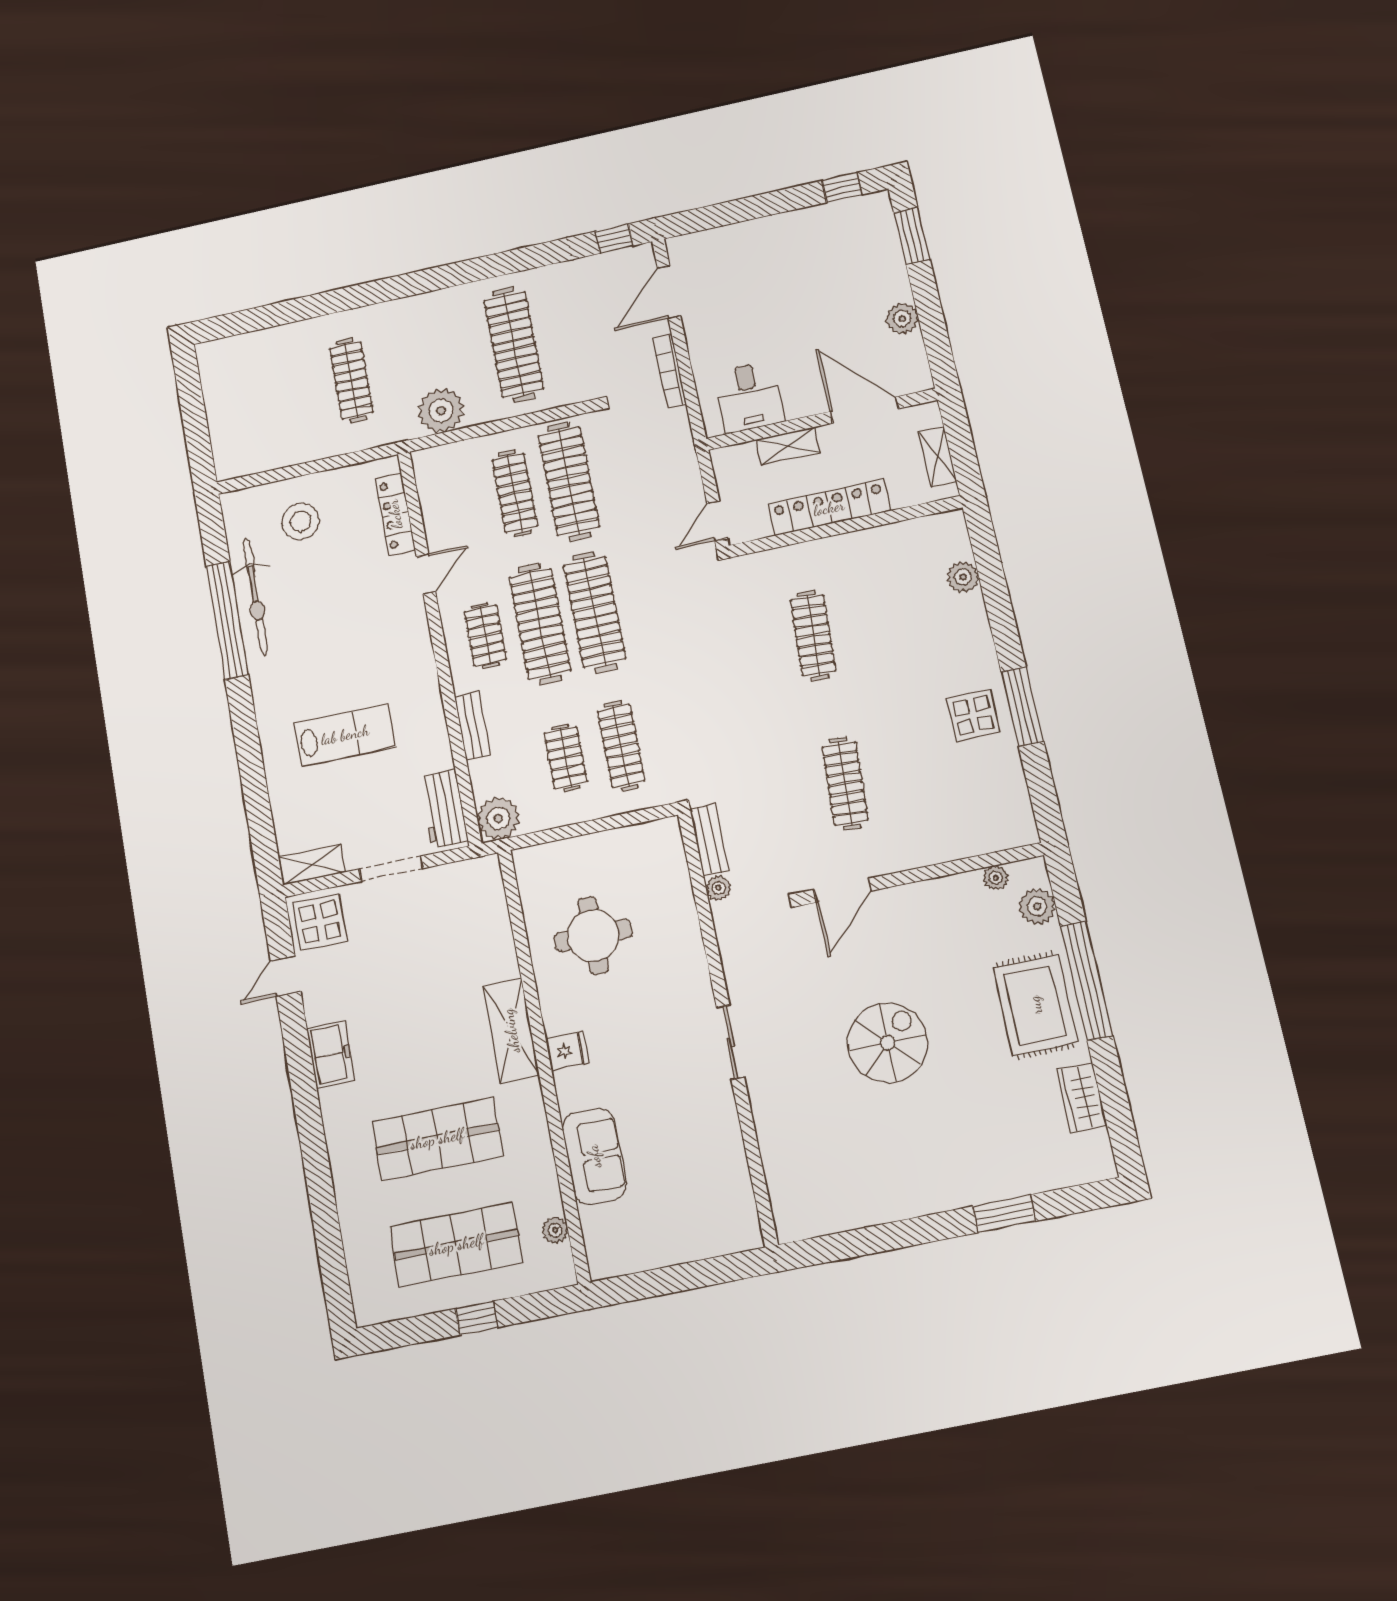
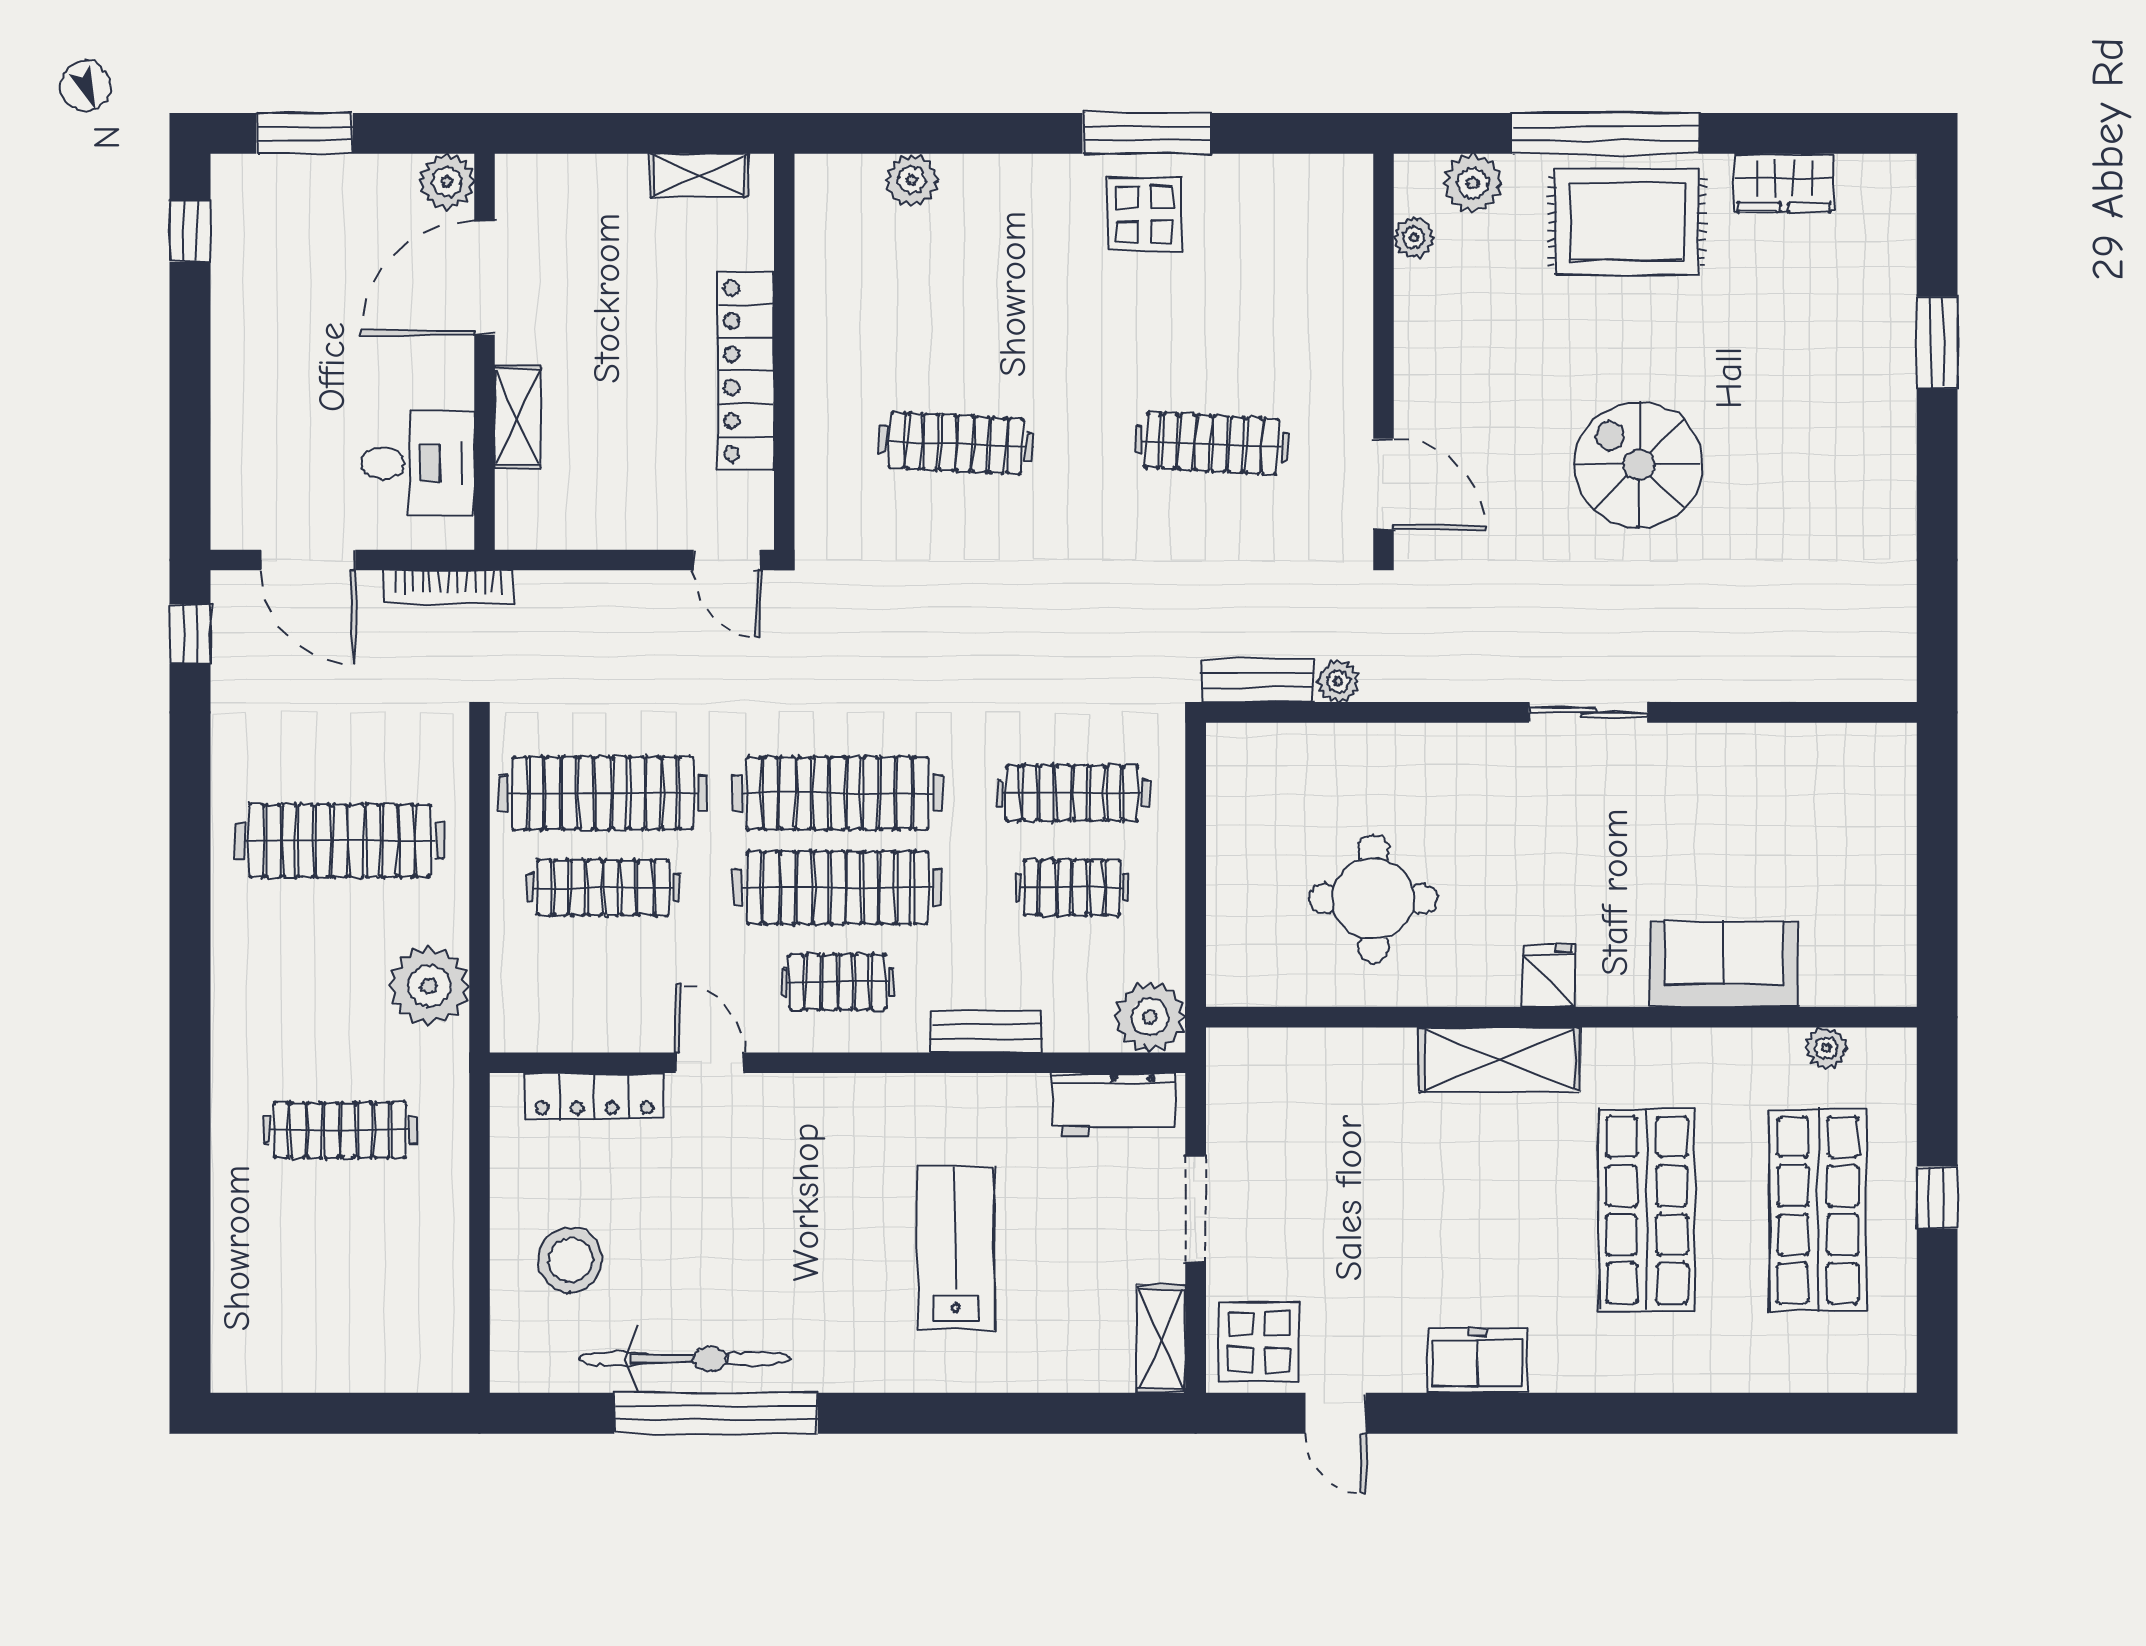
desk: (749, 397) -> (418, 463), moved
door: (864, 410) -> (485, 278), moved
wall: (822, 419) -> (485, 352), moved
shelving: (788, 446) -> (518, 417), moved

